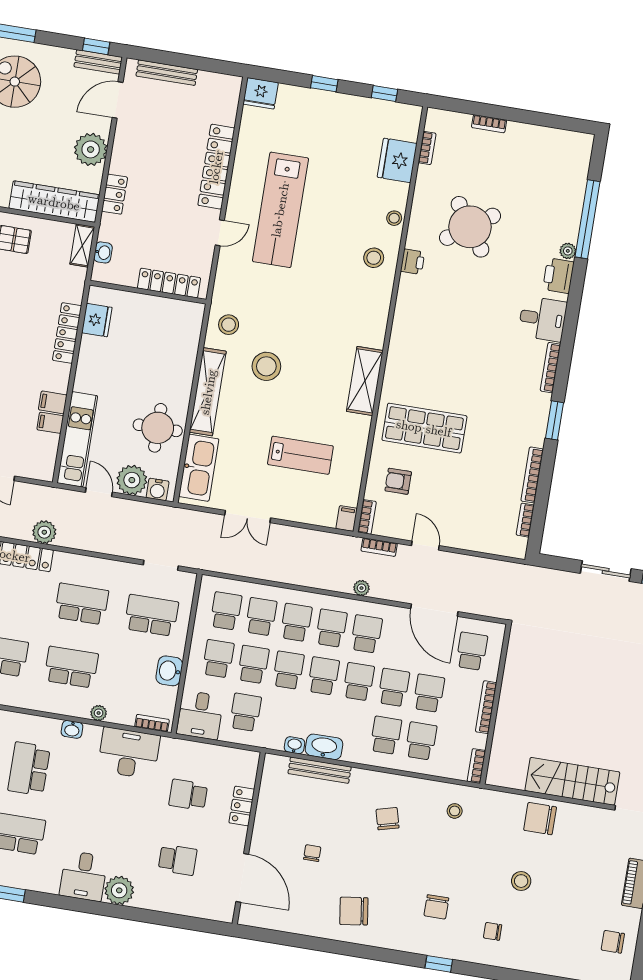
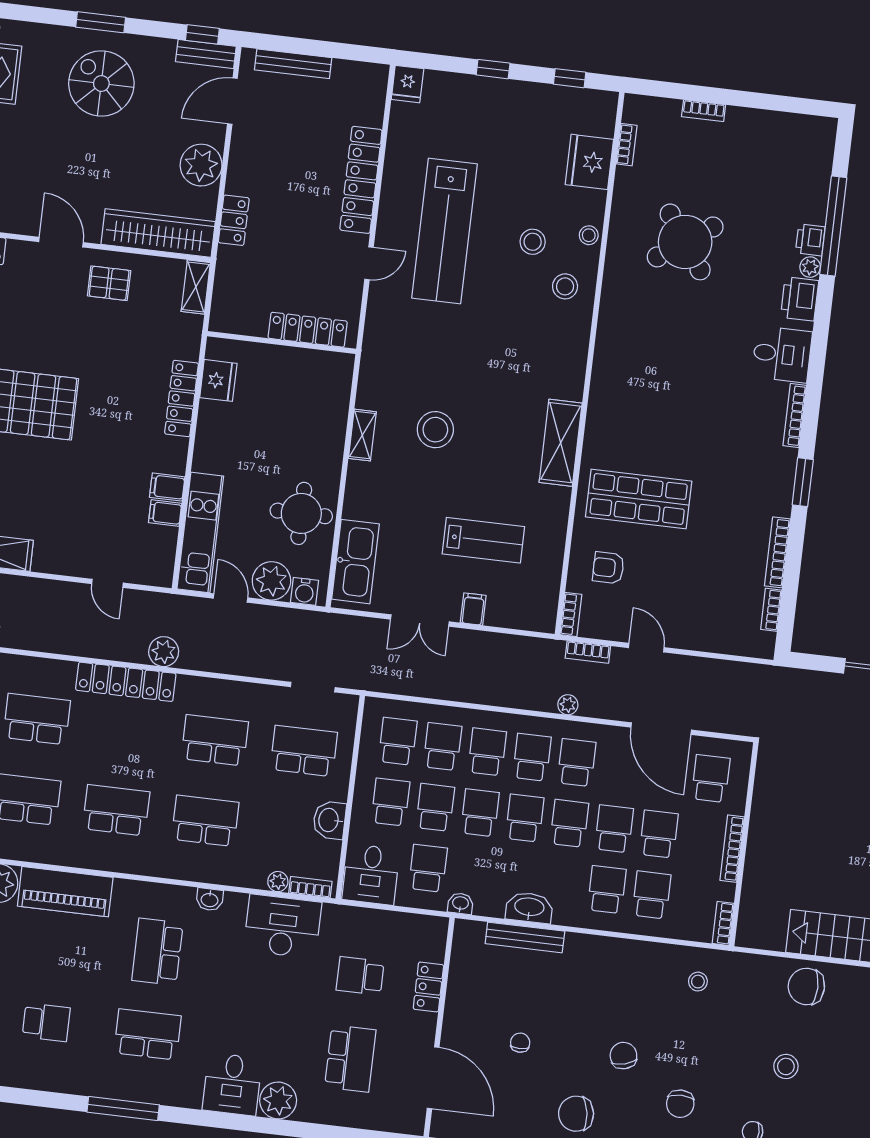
fridge: (261, 93) -> (407, 84), width x0.72
washbasin: (103, 252) -> (223, 295), removed
printer: (413, 262) -> (810, 240), moved, turned 180
stool: (229, 325) -> (533, 242), moved
shelving: (208, 392) -> (362, 435), width x0.45, depth x0.75
filing cabinet: (347, 519) -> (473, 609), moved
plant: (99, 713) -> (278, 882), moved
washbasin: (294, 745) -> (460, 903), moved
chair: (388, 819) -> (623, 1056), moved
school desk: (178, 860) -> (350, 1059), width x1.85

